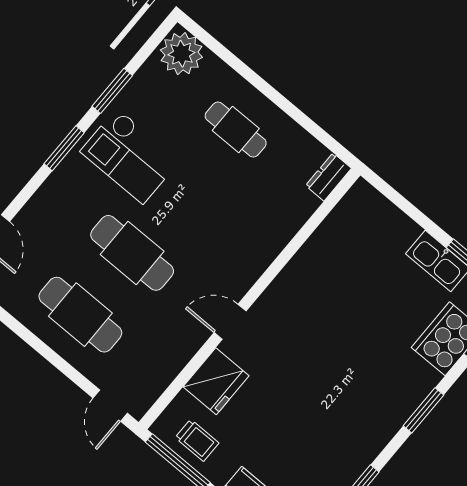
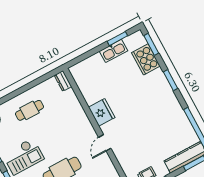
fridge: (216, 381) -> (102, 112), moved

